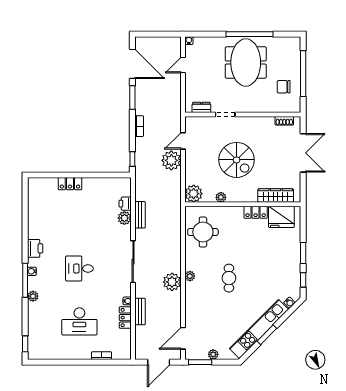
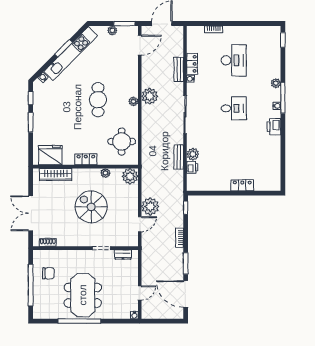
locker: (256, 212) -> (86, 159), moved
cafe table: (229, 278) -> (98, 100), width x1.37, depth x1.35
desk: (79, 321) -> (234, 60), turned 90

